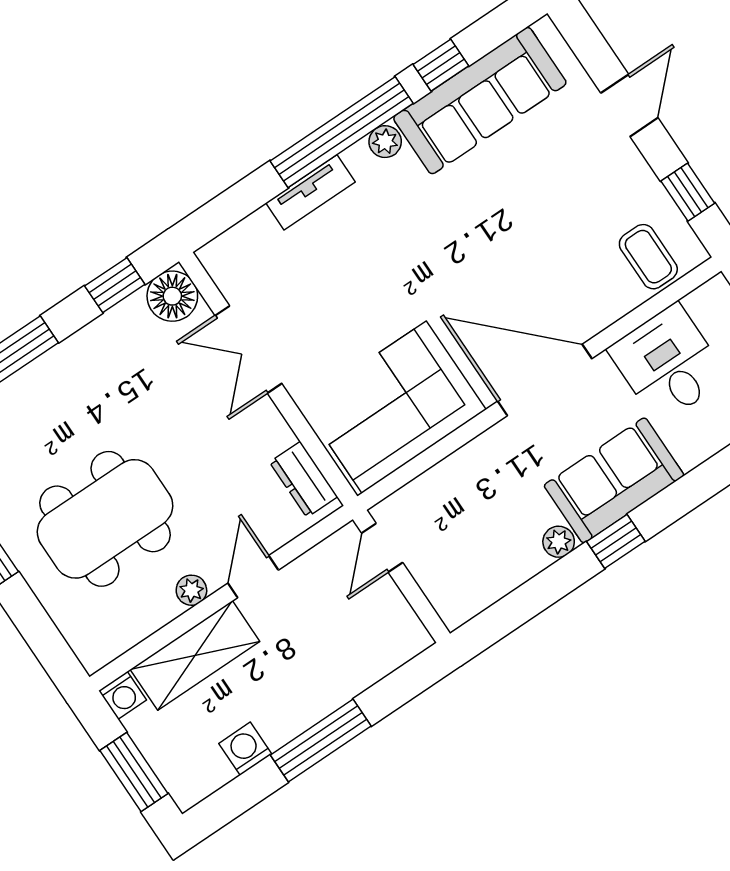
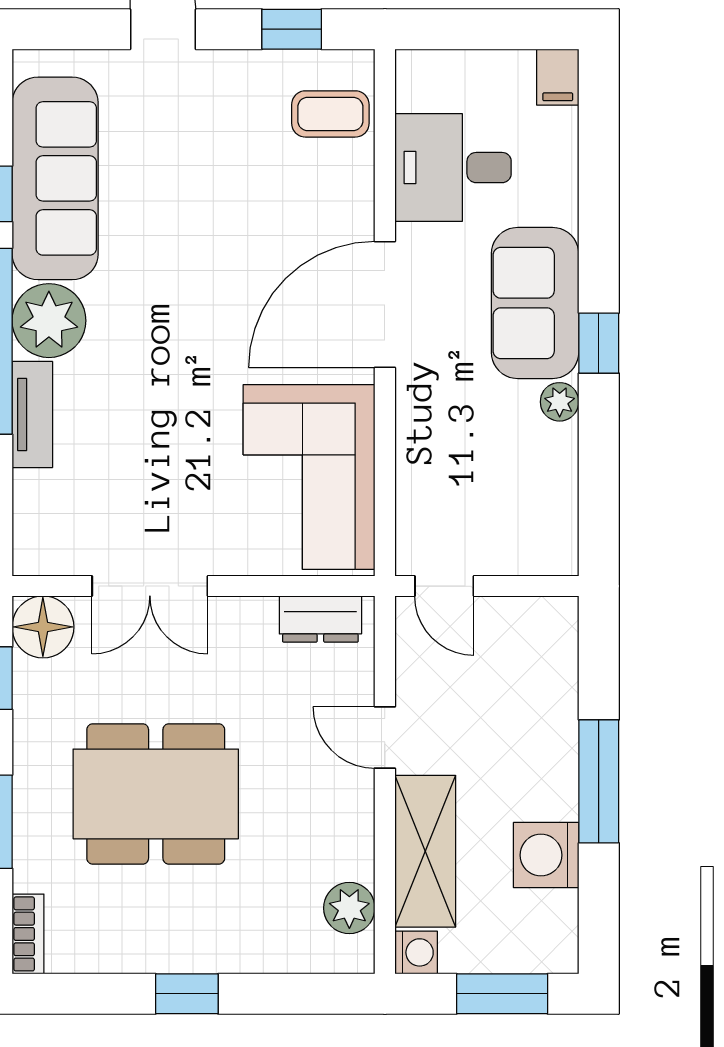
plant: (385, 142) -> (49, 321), width x1.88, depth x1.88
dining table: (105, 519) -> (156, 794), moved, turned 90
plant: (191, 590) -> (349, 908), moved, width x1.38, depth x1.38
washing machine: (245, 749) -> (546, 855), width x1.38, depth x1.38

